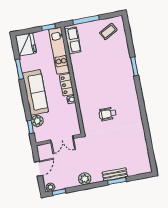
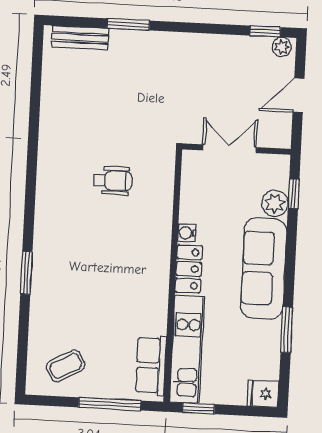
fridge: (26, 44) -> (263, 394), width x0.53, depth x0.75
bench: (115, 174) -> (80, 38), moved
plant: (85, 179) -> (200, 47), removed

